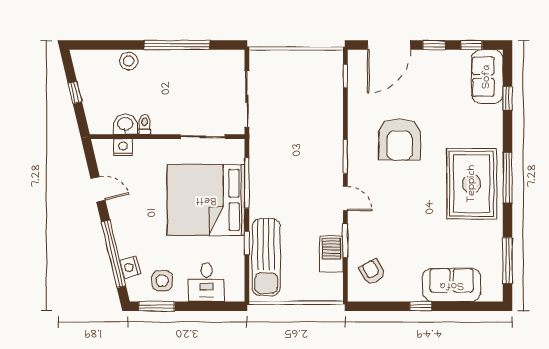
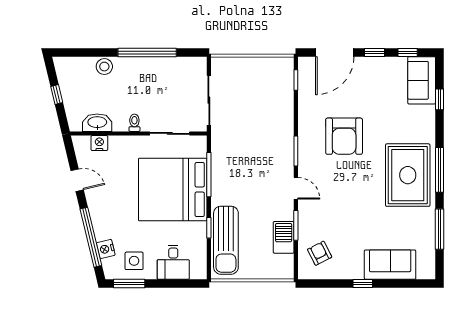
washbasin: (125, 124) -> (97, 123), width x1.38
toilet: (145, 124) -> (134, 123), moved
window: (507, 260) -> (439, 229), moved

